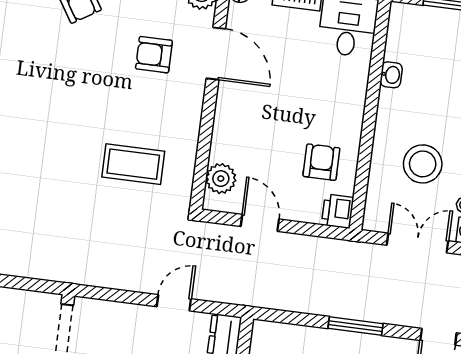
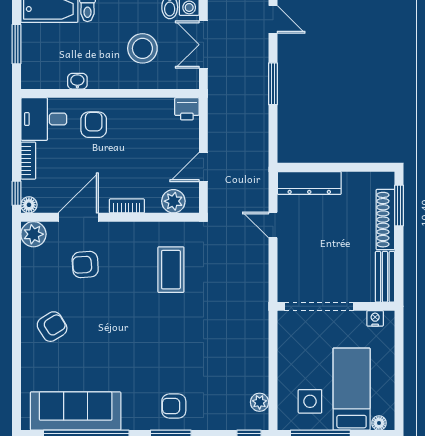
armchair: (154, 55) -> (85, 264), turned 86
bookcase: (222, 118) -> (127, 206), added
armchair: (321, 162) -> (94, 125), moved, turned 90

